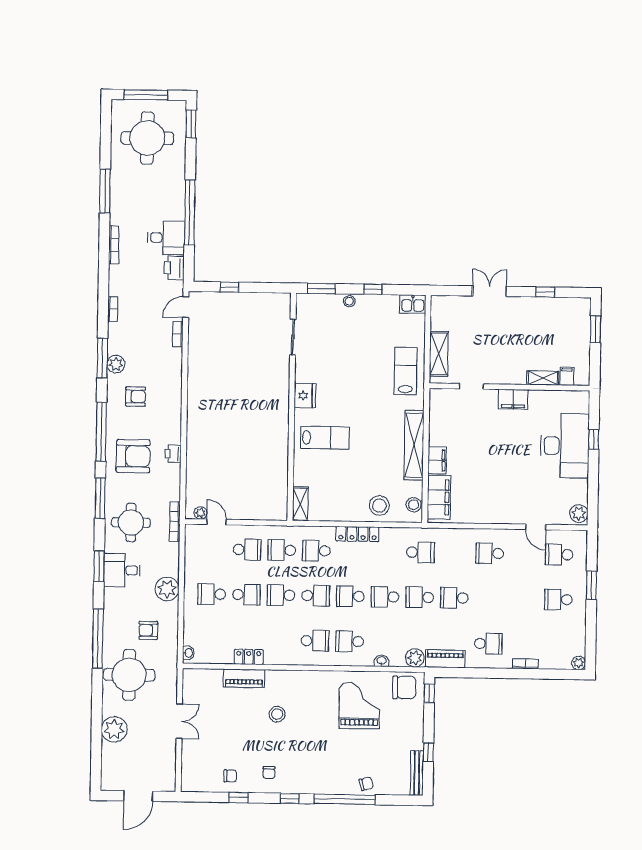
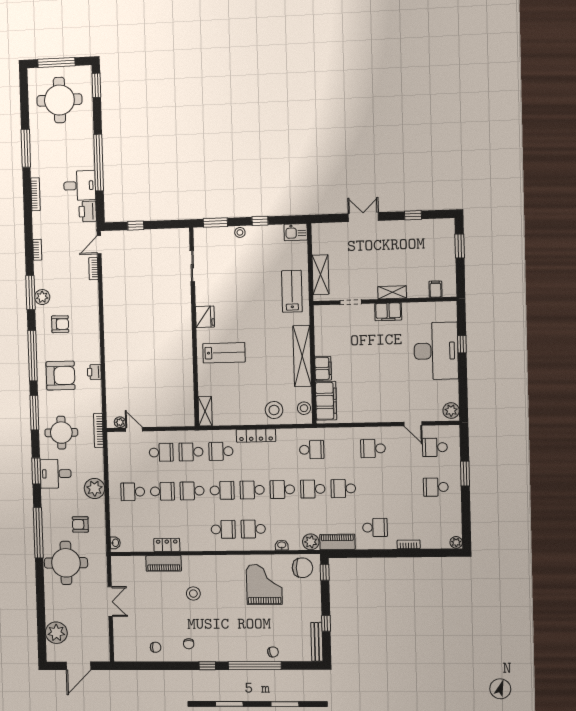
shelving: (543, 378) -> (392, 292), moved
plant: (114, 729) -> (56, 633), moved
window: (239, 798) -> (164, 666), removed

